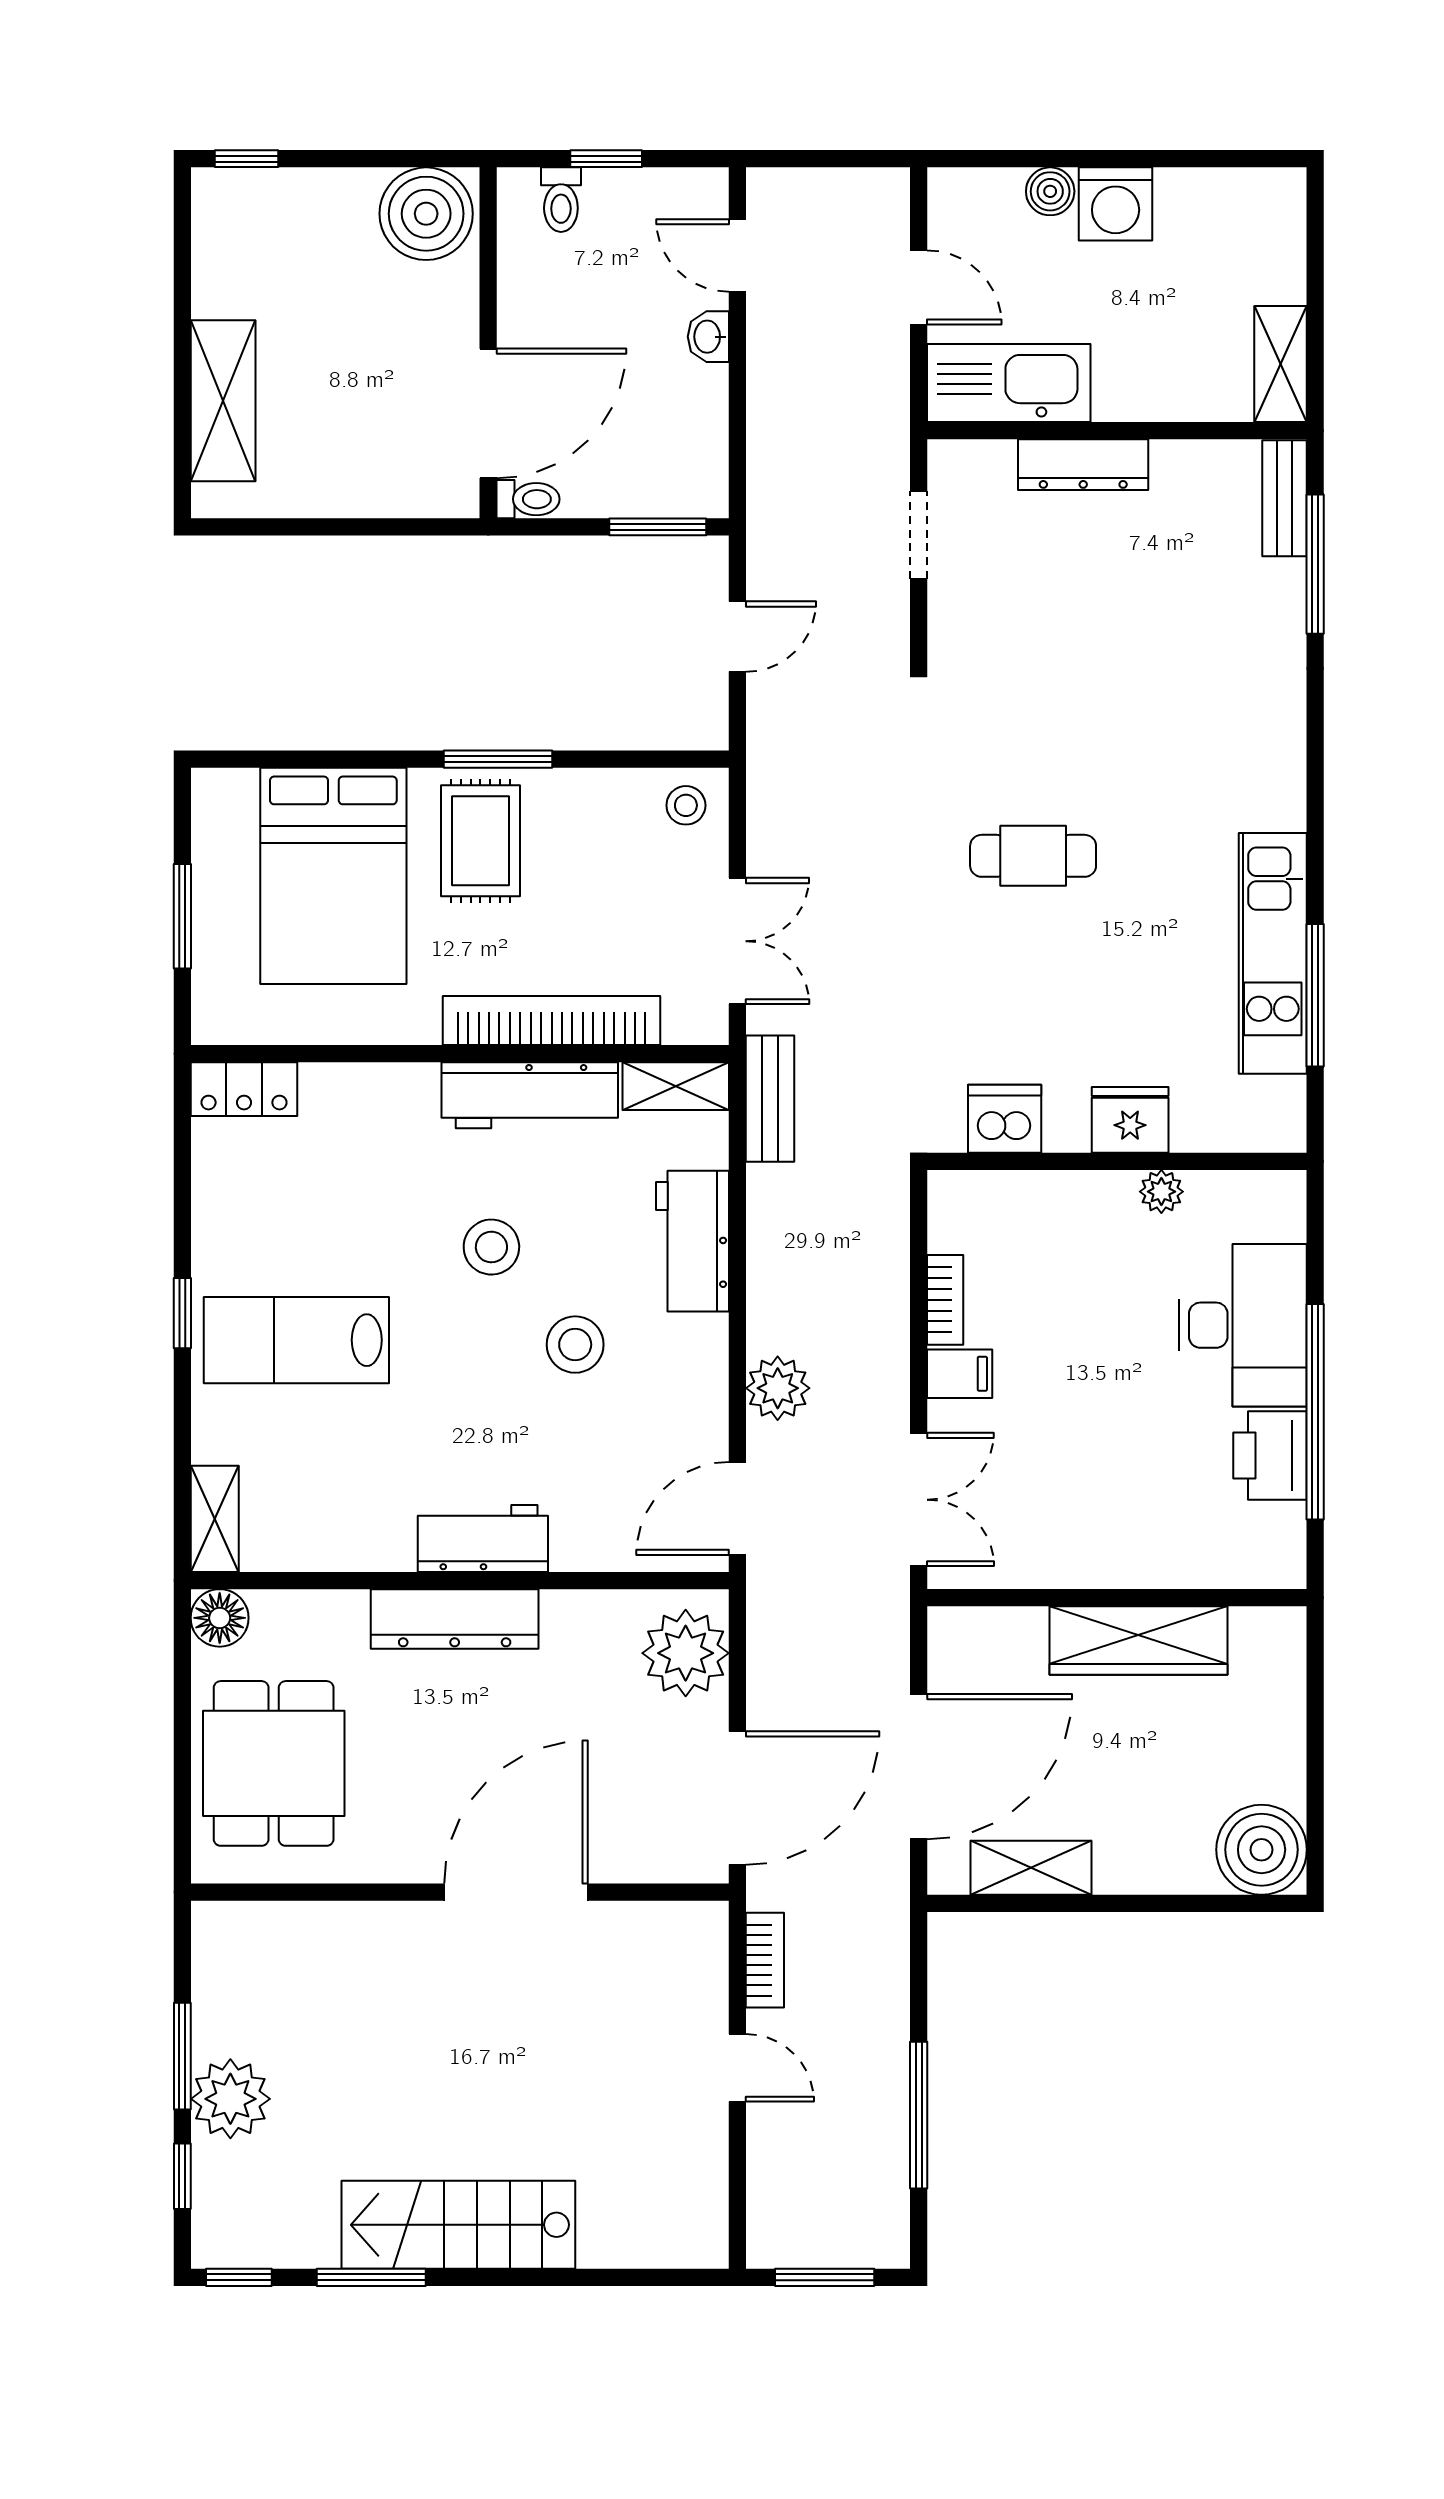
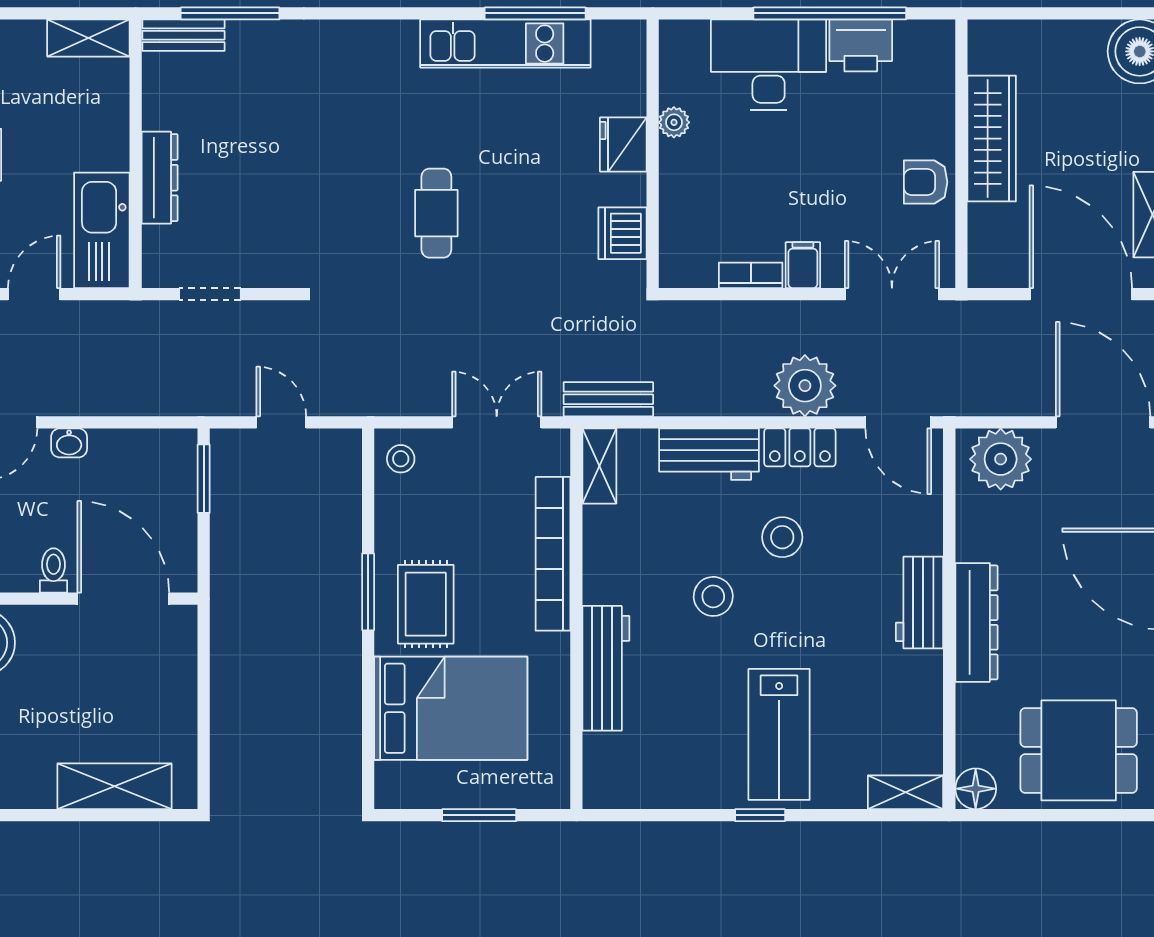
toilet: (528, 499) -> (53, 570), moved
rug: (480, 841) -> (426, 604), turned 90
locker: (244, 1089) -> (800, 447), moved, turned 90
workbench: (530, 1095) -> (606, 668), moved
plant: (778, 1388) -> (805, 386), width x1.36, depth x1.36
armchair: (1077, 1547) -> (926, 182), added

